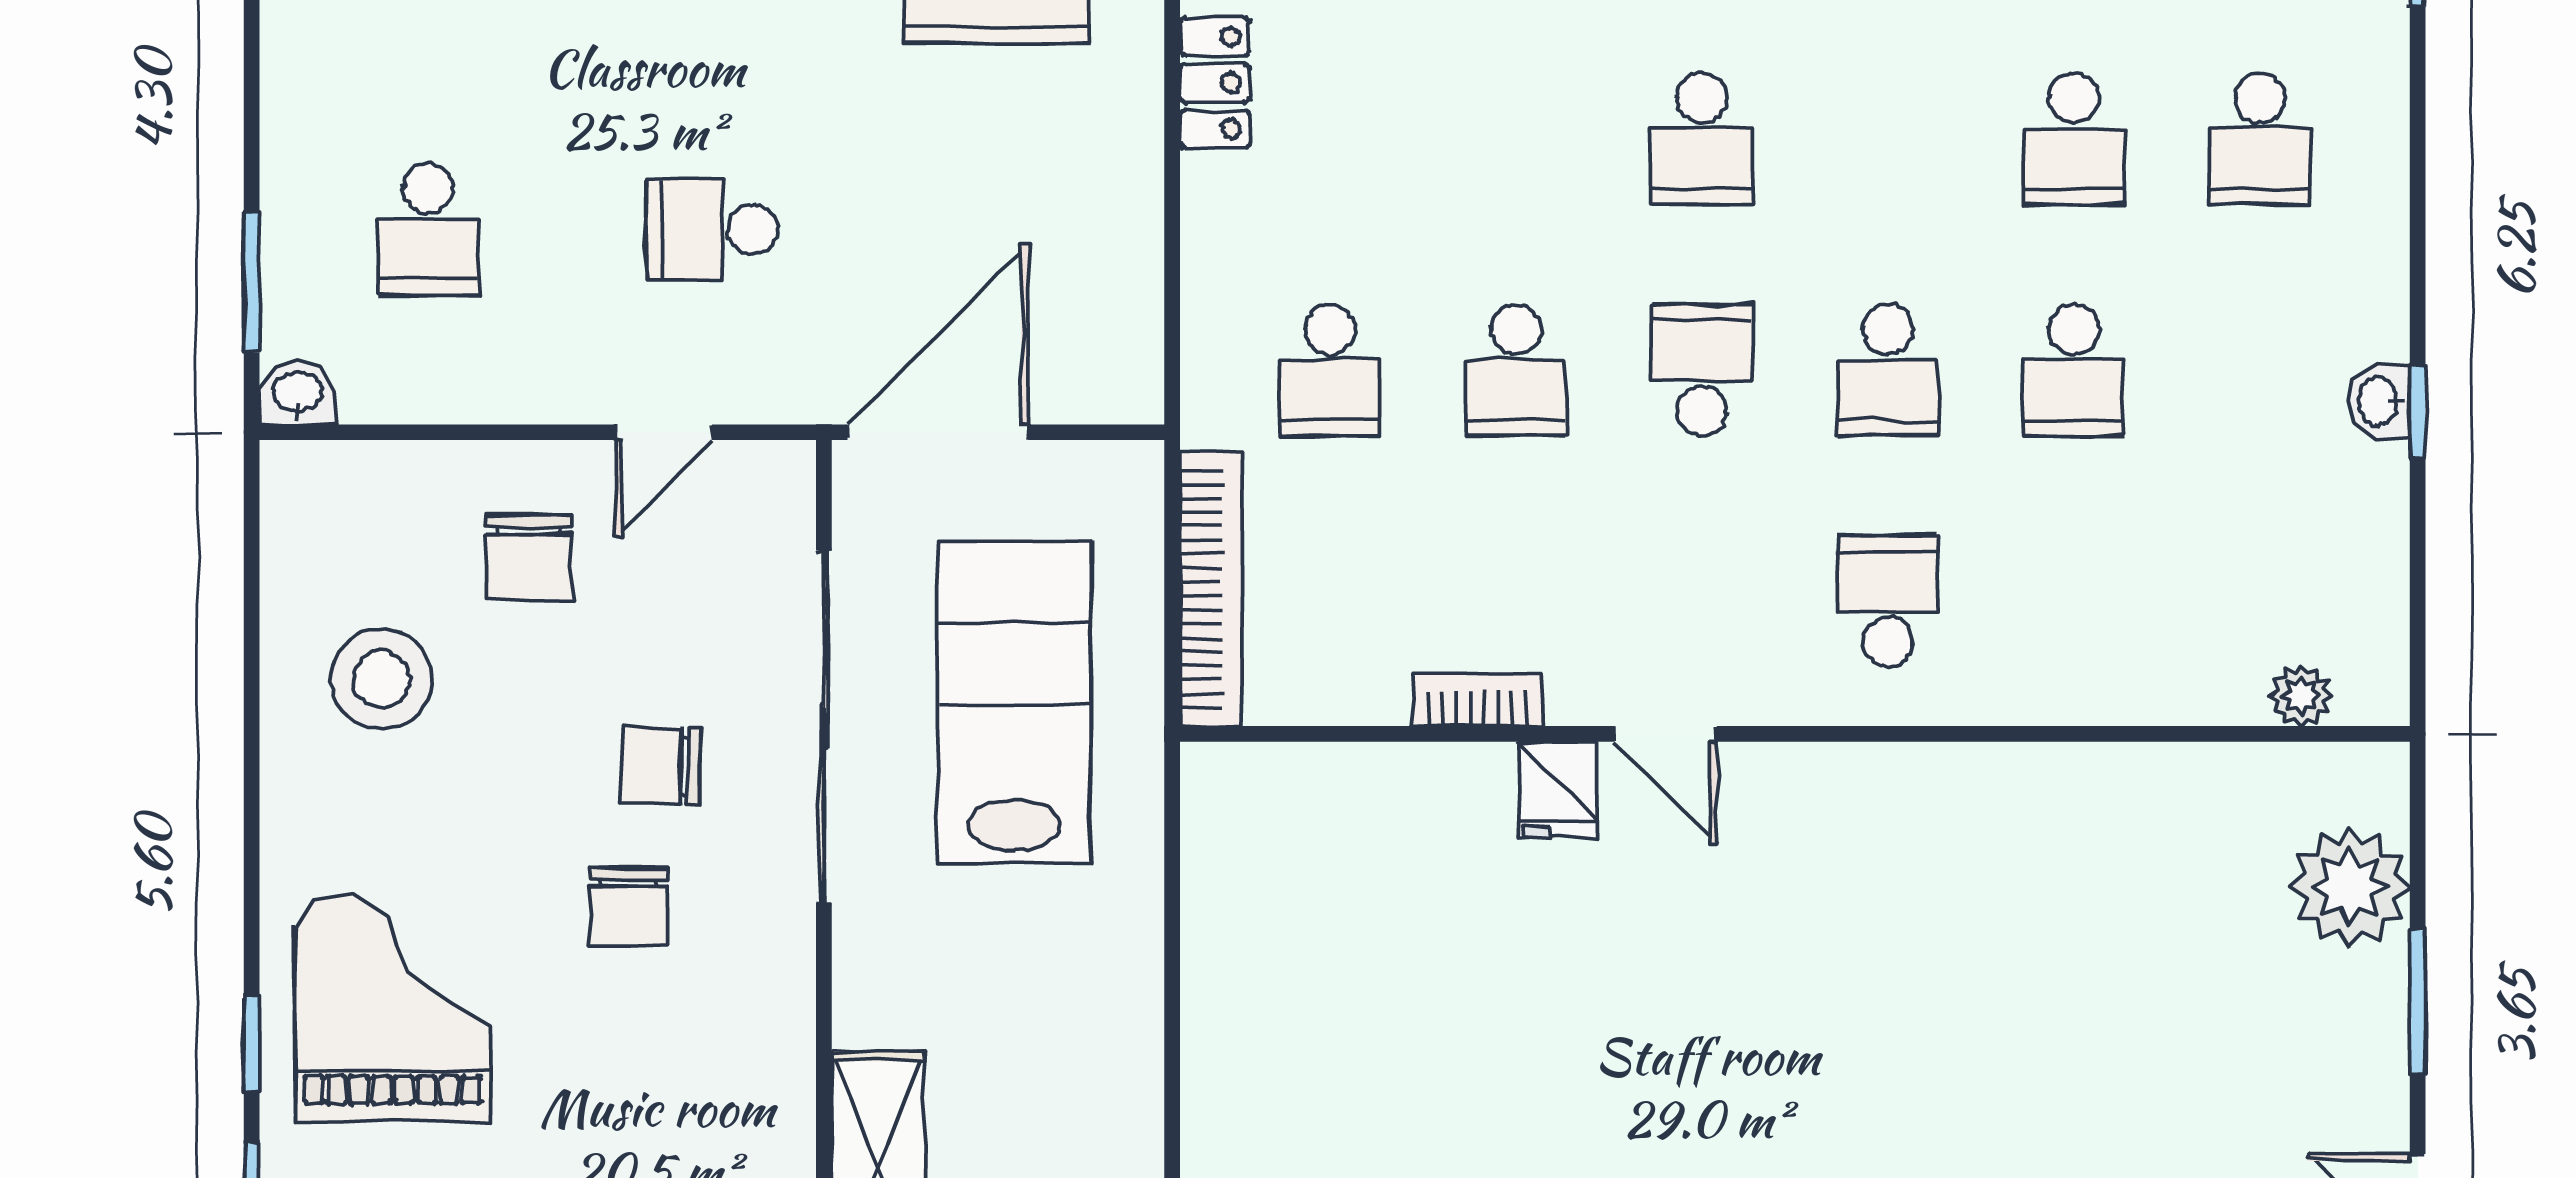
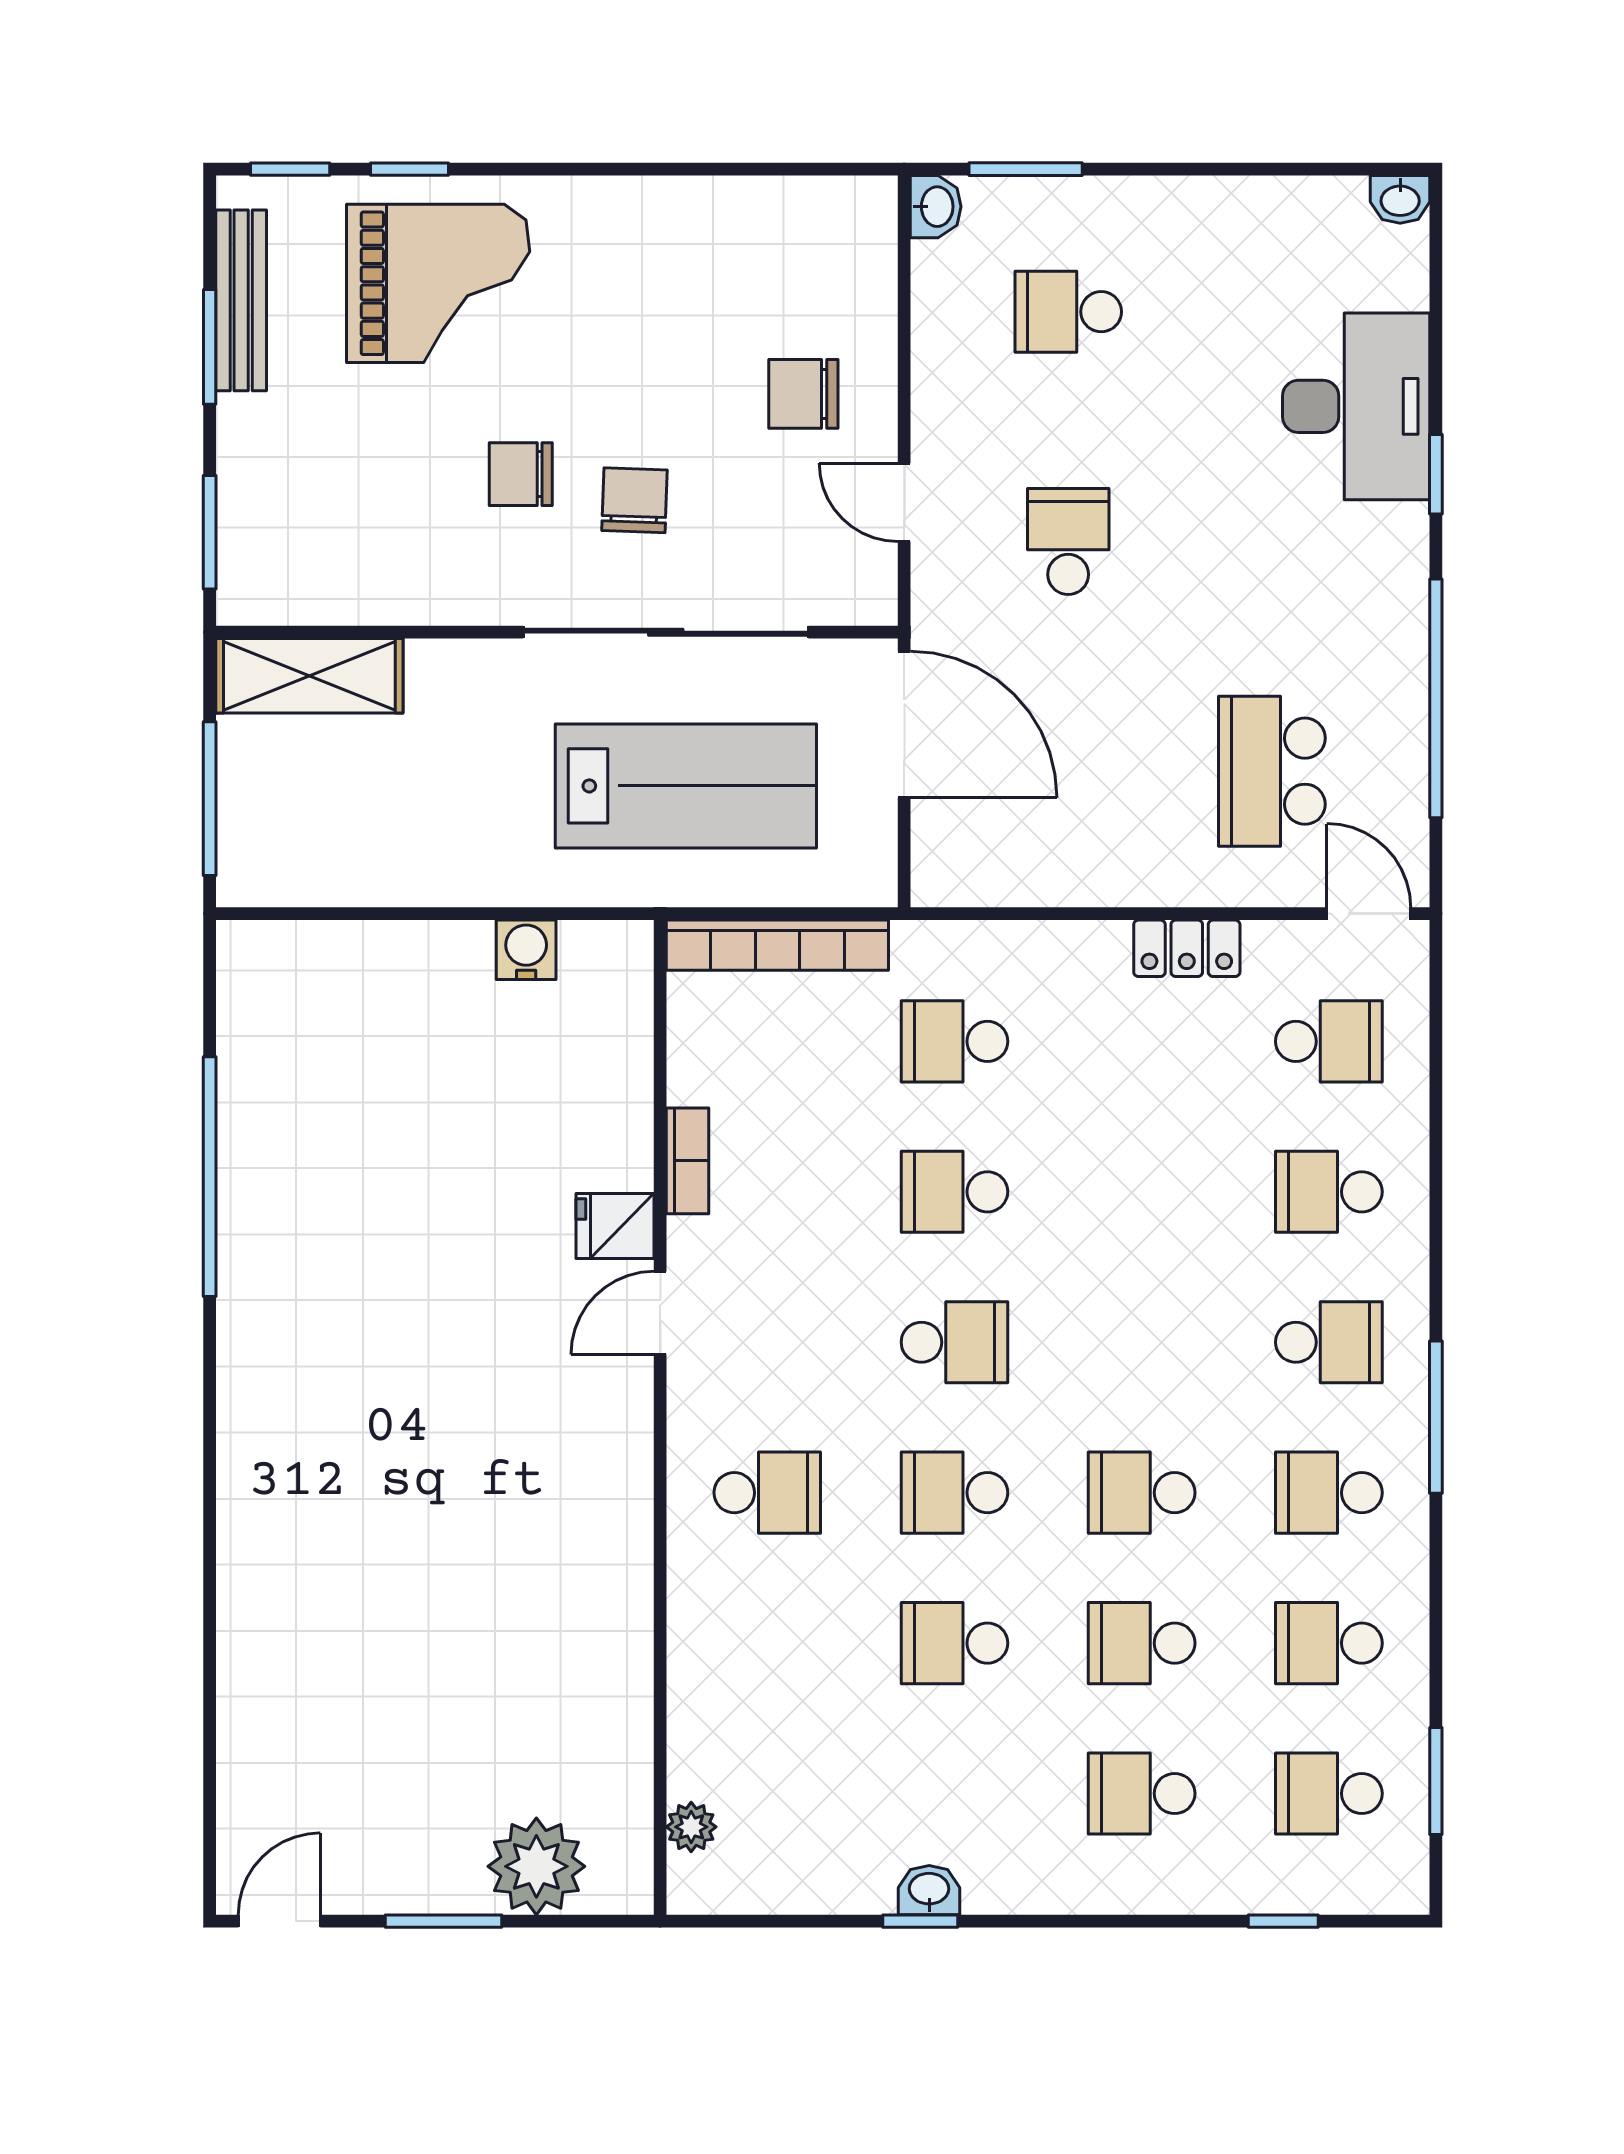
school desk: (1702, 139) -> (1142, 1493), moved
stool: (381, 679) -> (704, 274), removed
water cooler: (1217, 900) -> (526, 950), added

